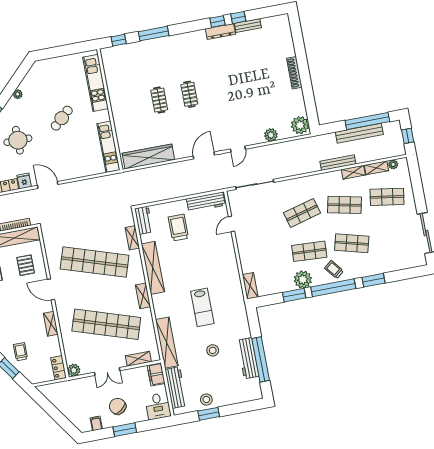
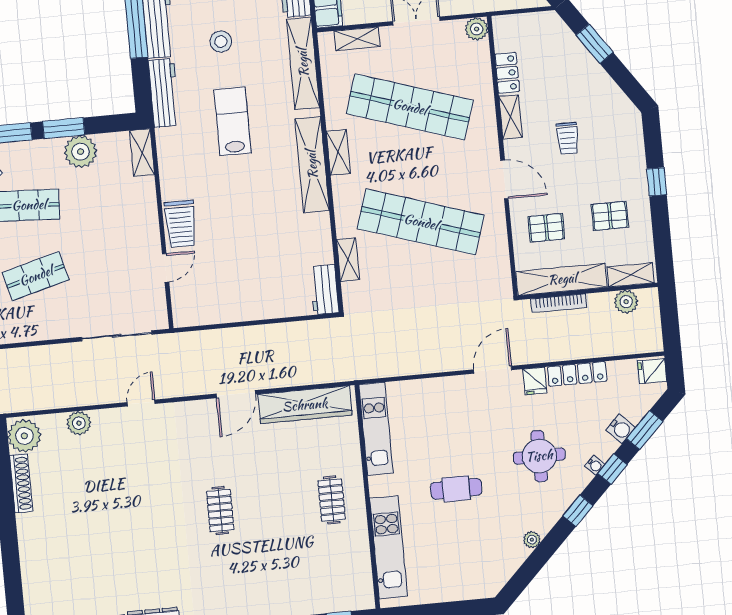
shoe rack: (294, 73) -> (21, 483), moved
clothes rail: (159, 100) -> (332, 500), moved
cafe table: (62, 118) -> (456, 489), turned 42
door: (204, 155) -> (236, 394), moved
door: (48, 185) -> (493, 370), swing flipped
workbench: (206, 202) -> (164, 93), moved, turned 90
trolley: (178, 228) -> (181, 224), moved
pallet: (26, 265) -> (546, 228), turned 90
shelving: (153, 268) -> (312, 165), moved
plant: (303, 280) -> (81, 152), moved
trolley: (20, 352) -> (568, 138), moved
locker: (59, 368) -> (507, 73), moved

